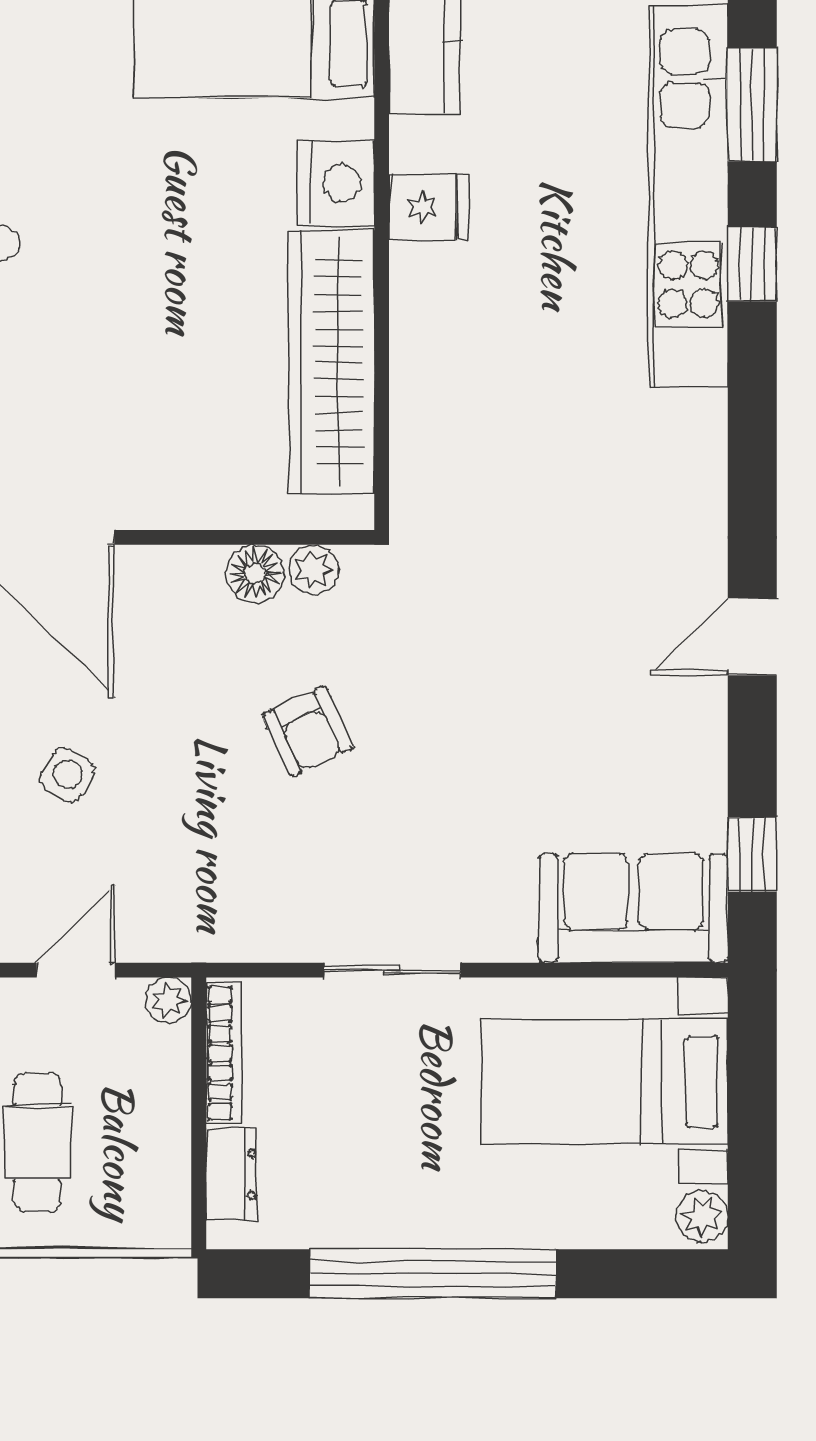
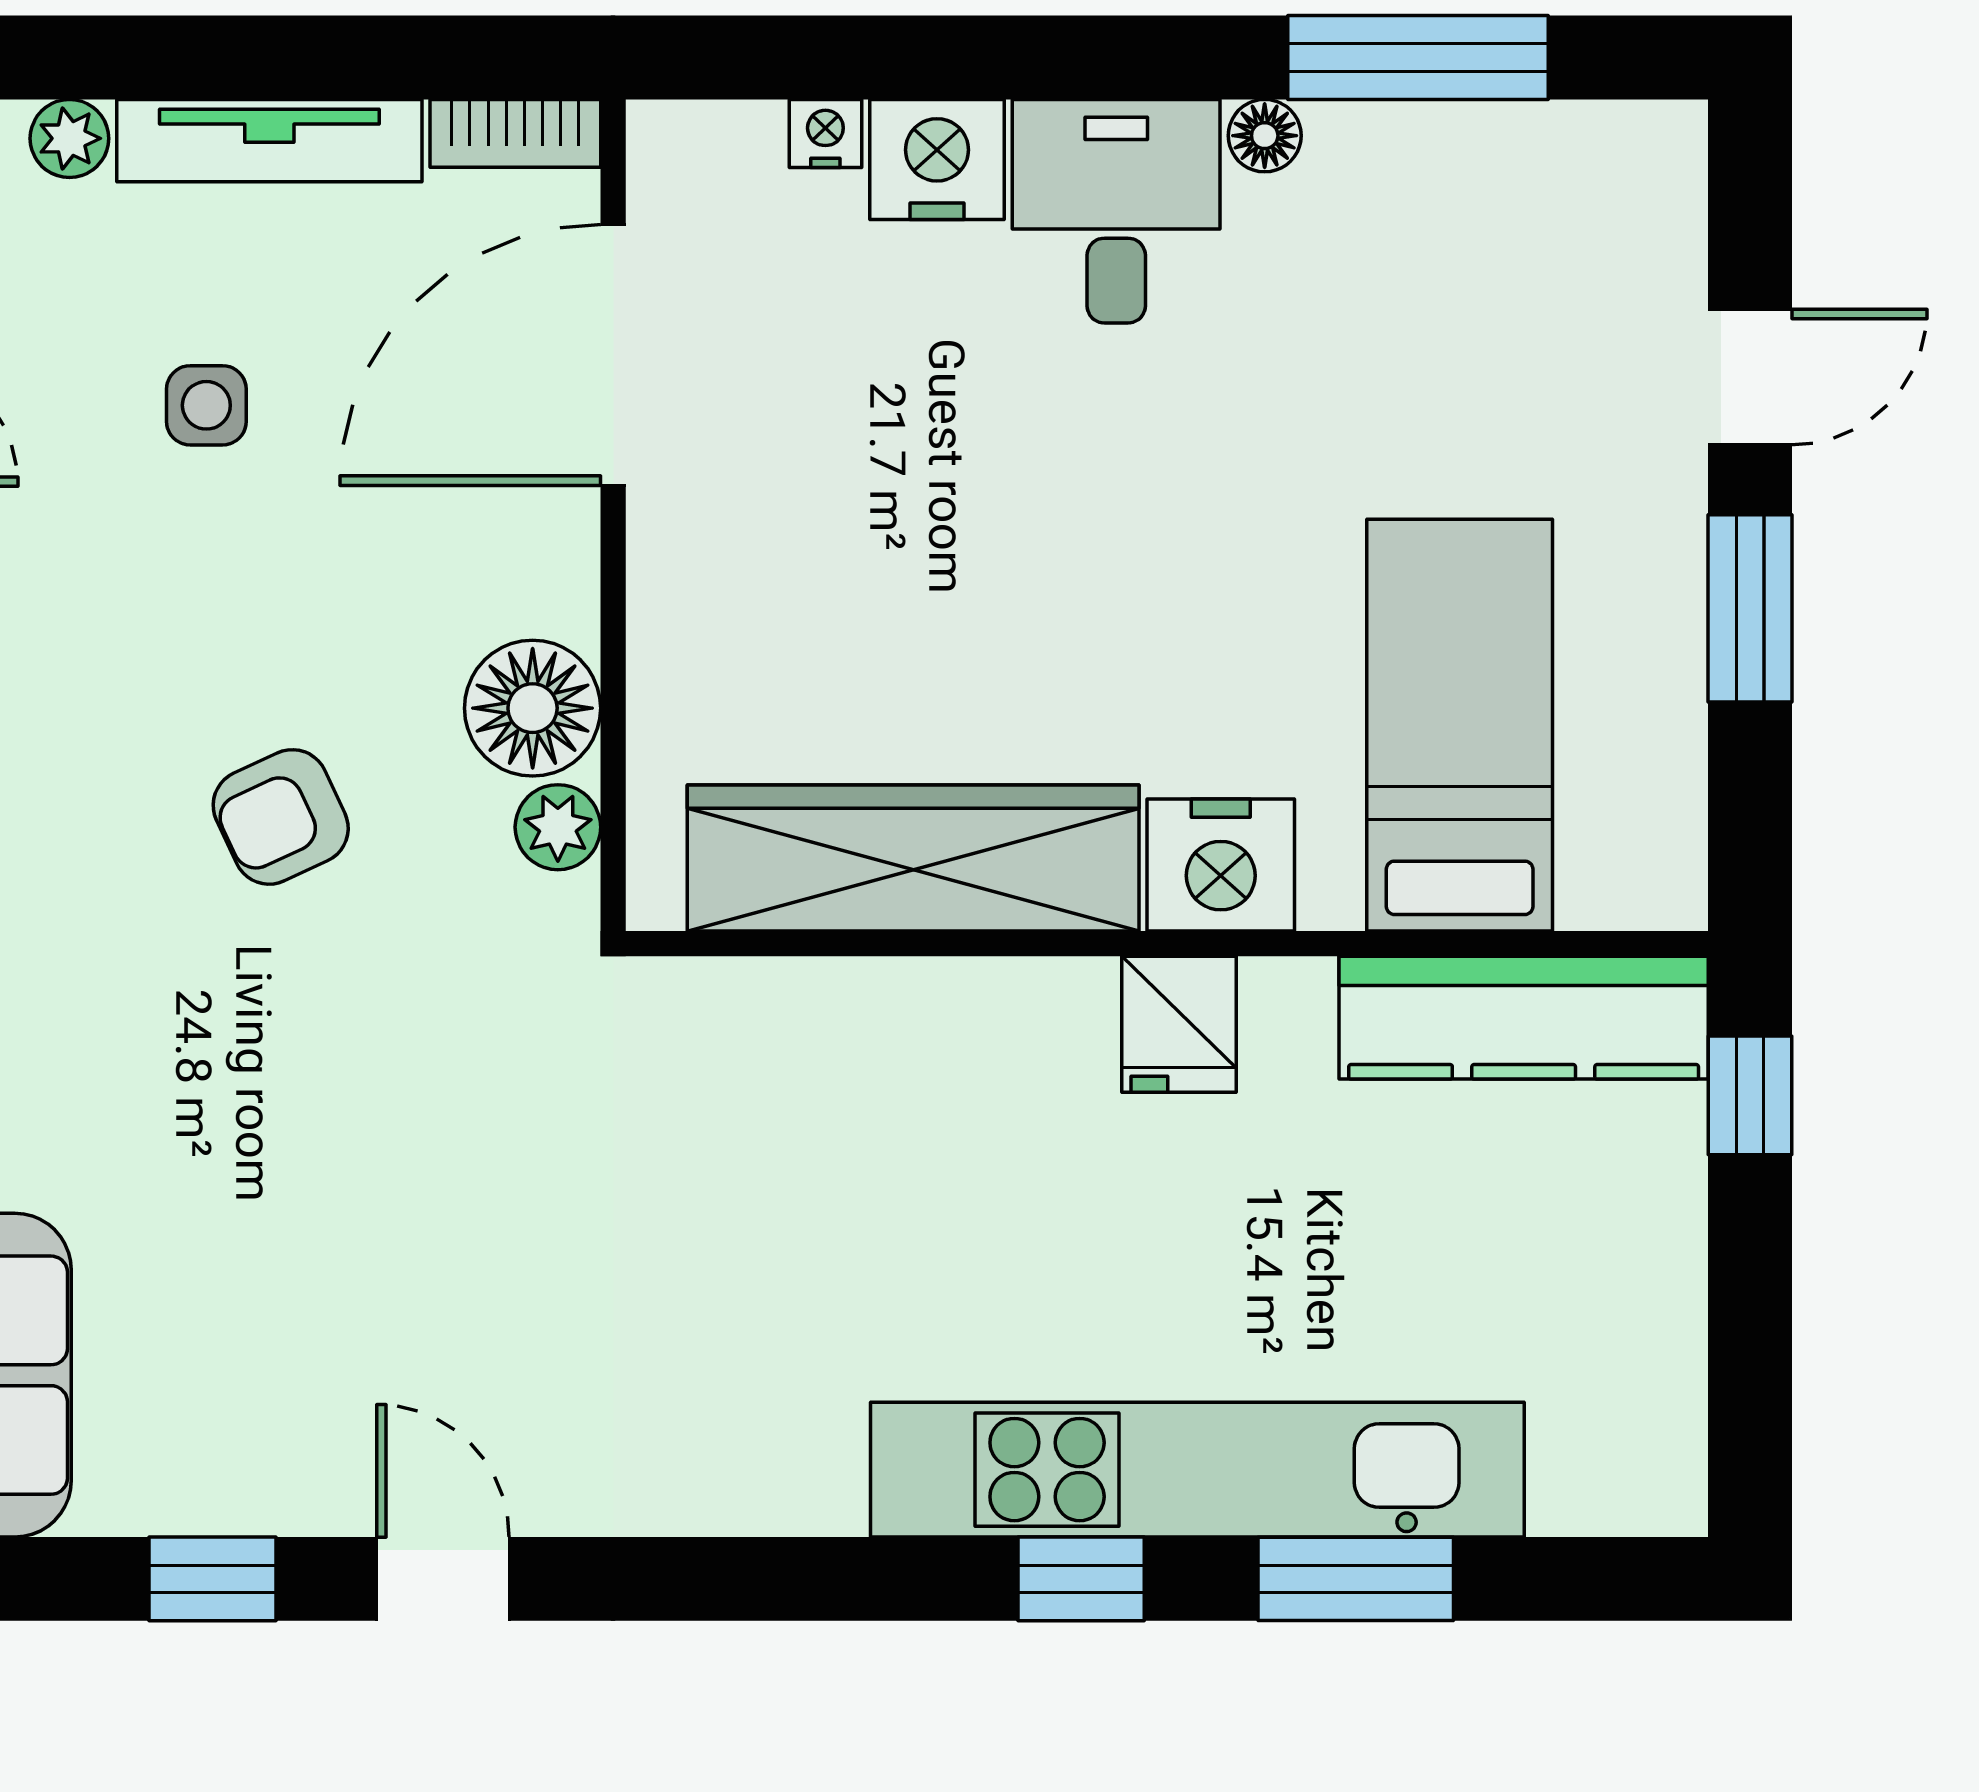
floor lamp: (255, 574) -> (533, 708), width x1.38, depth x1.38
side table: (68, 775) -> (206, 405), turned -30
window: (752, 854) -> (212, 1579), moved

